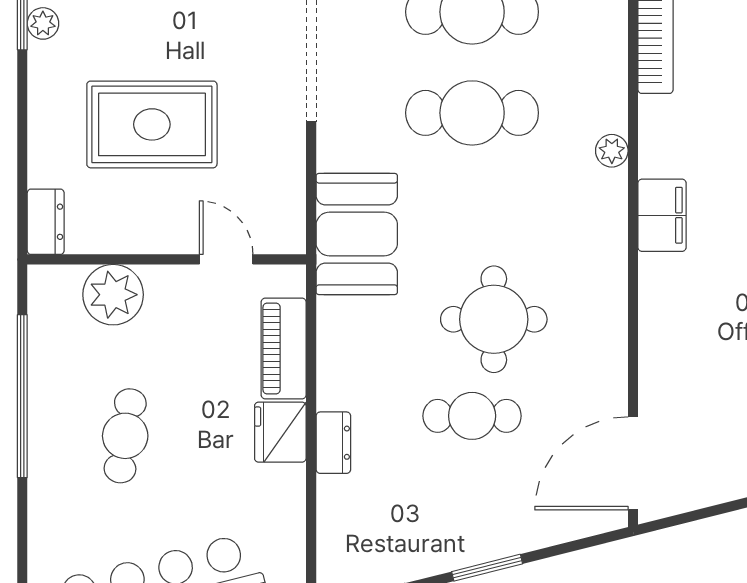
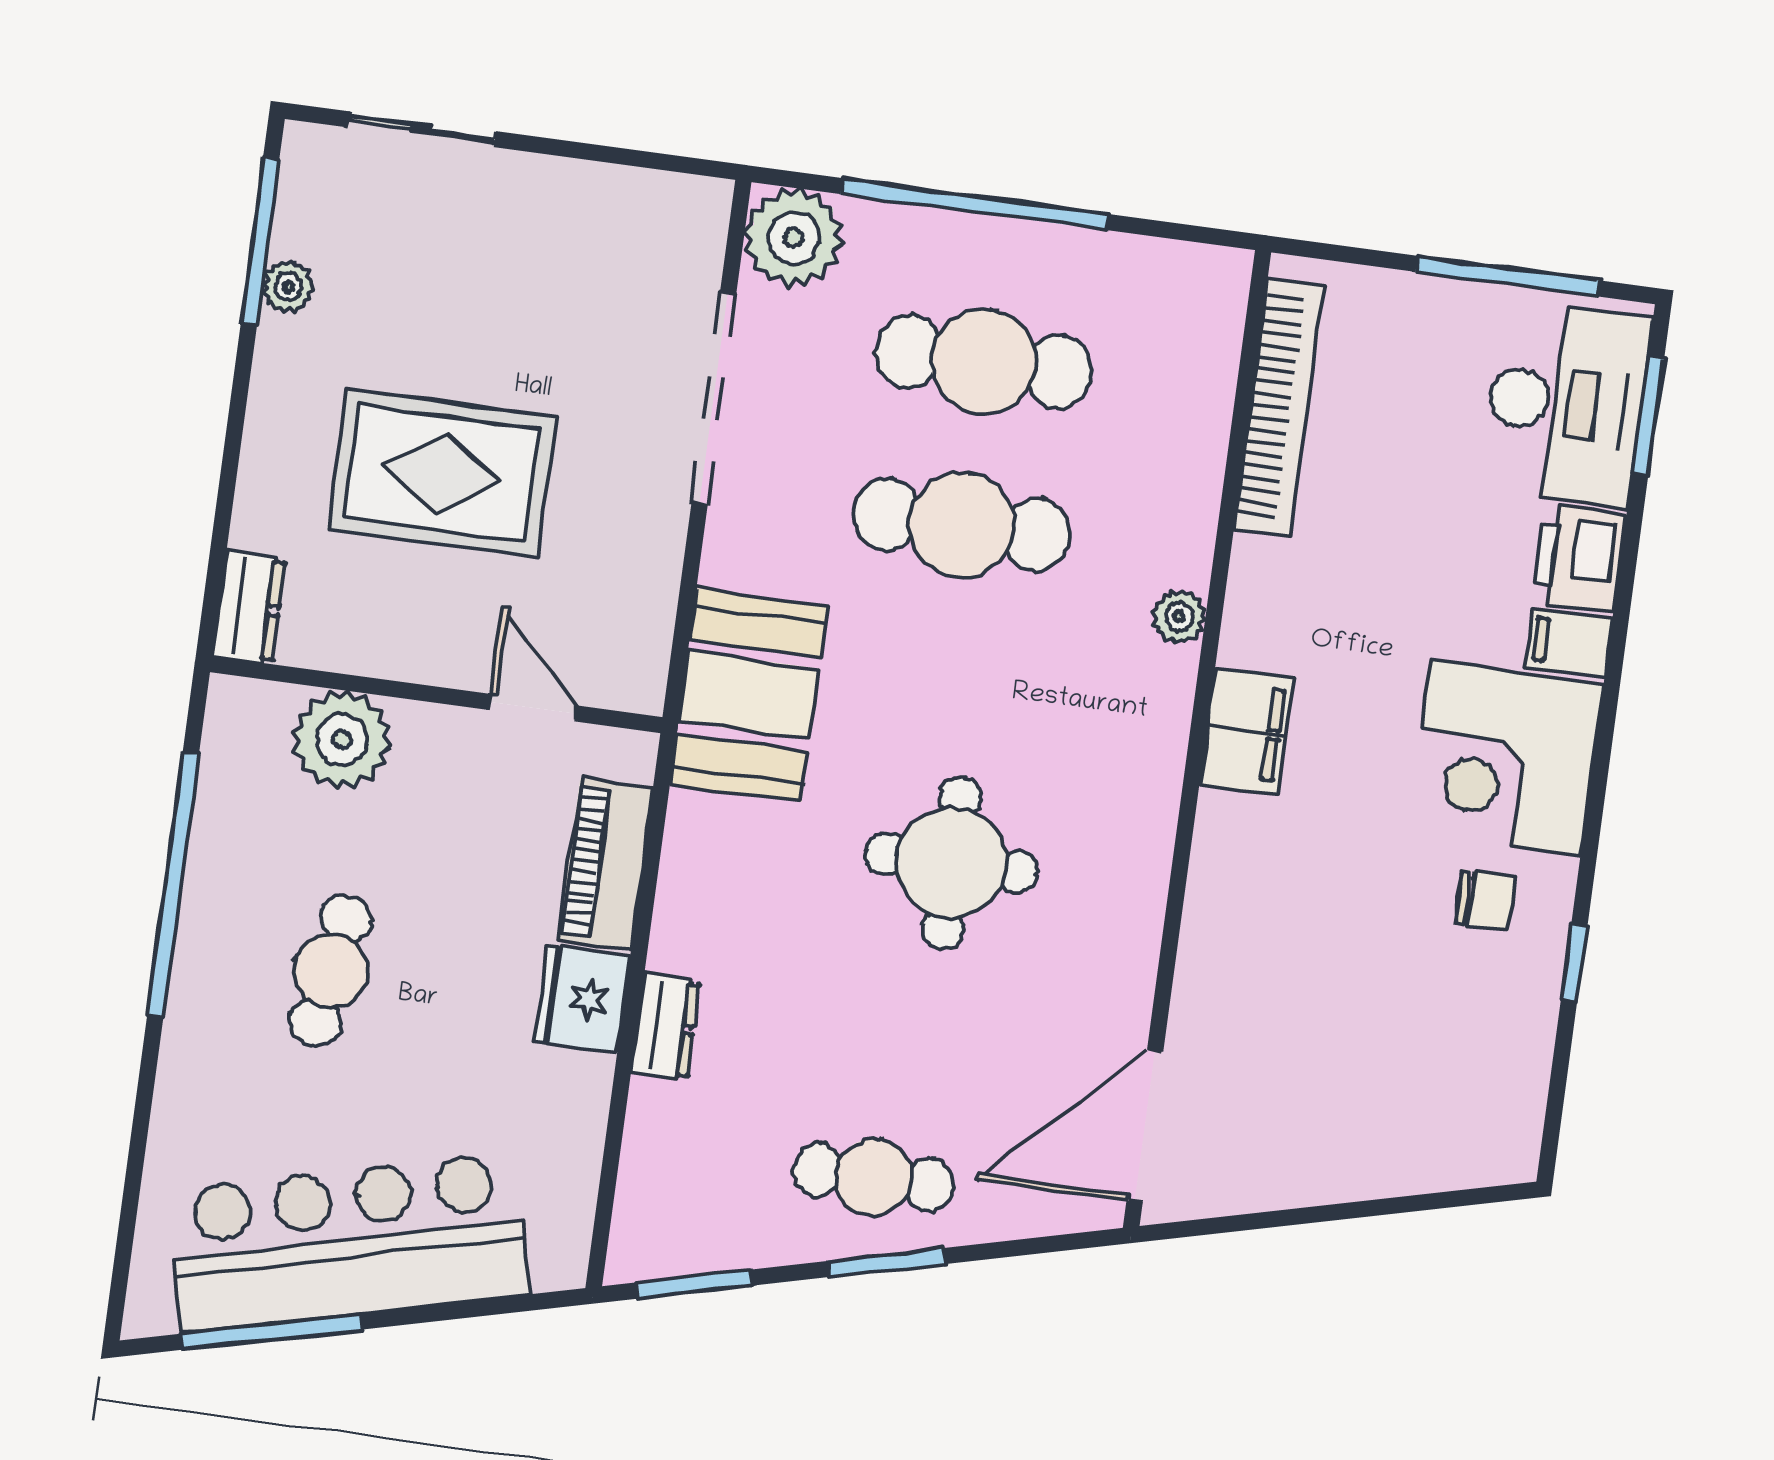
cafe table: (472, 416) -> (873, 1177), moved

